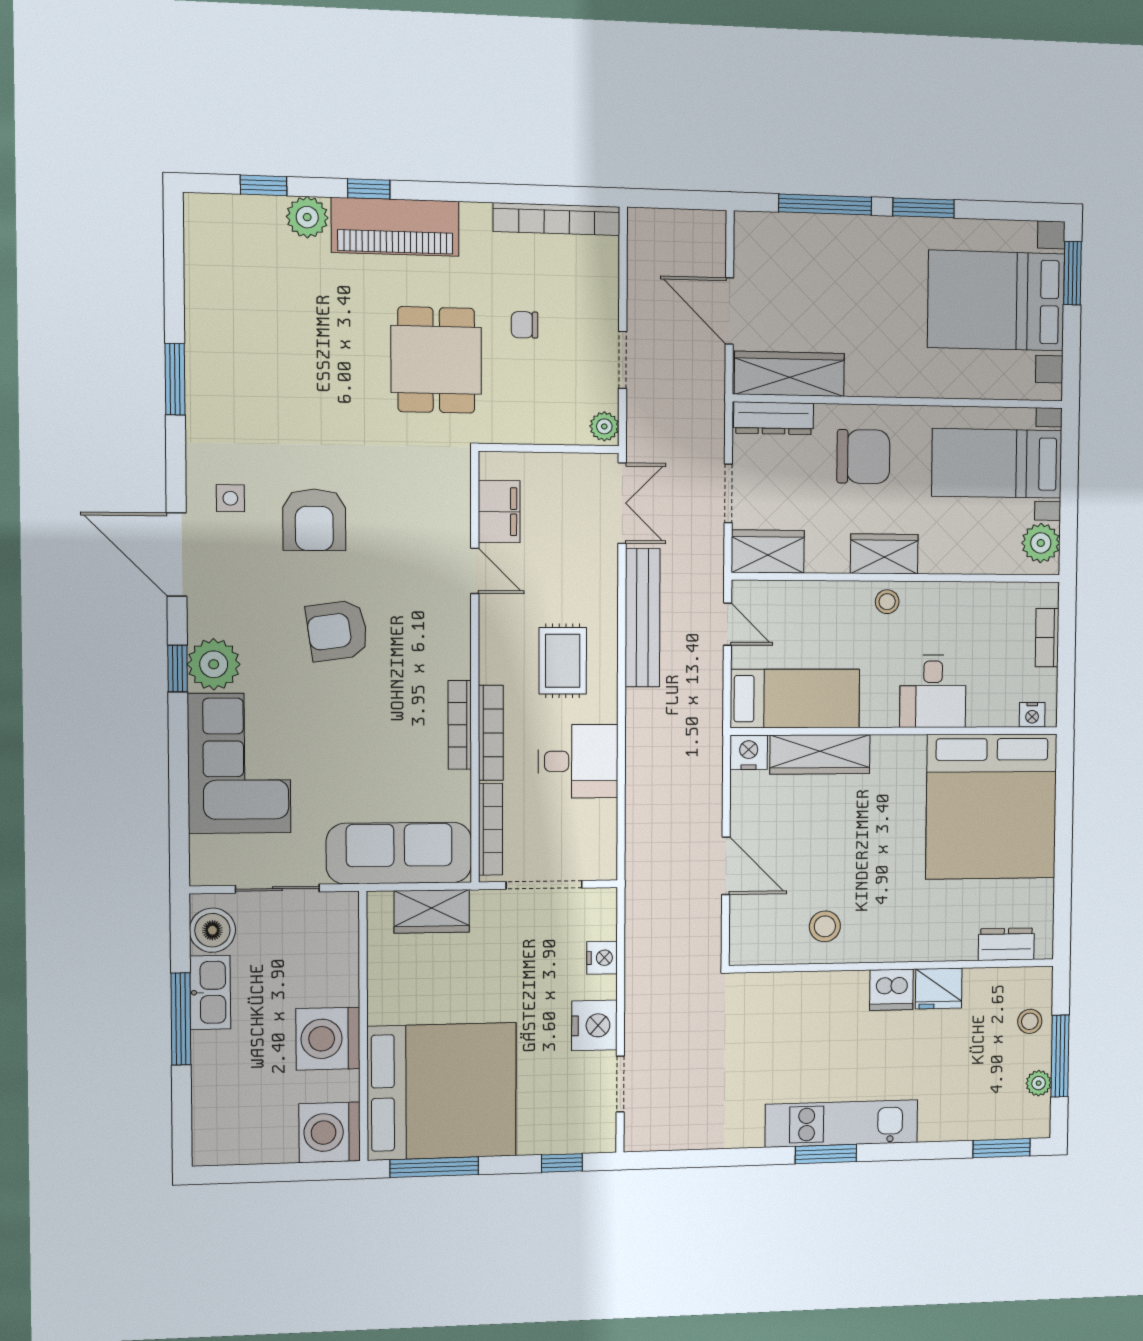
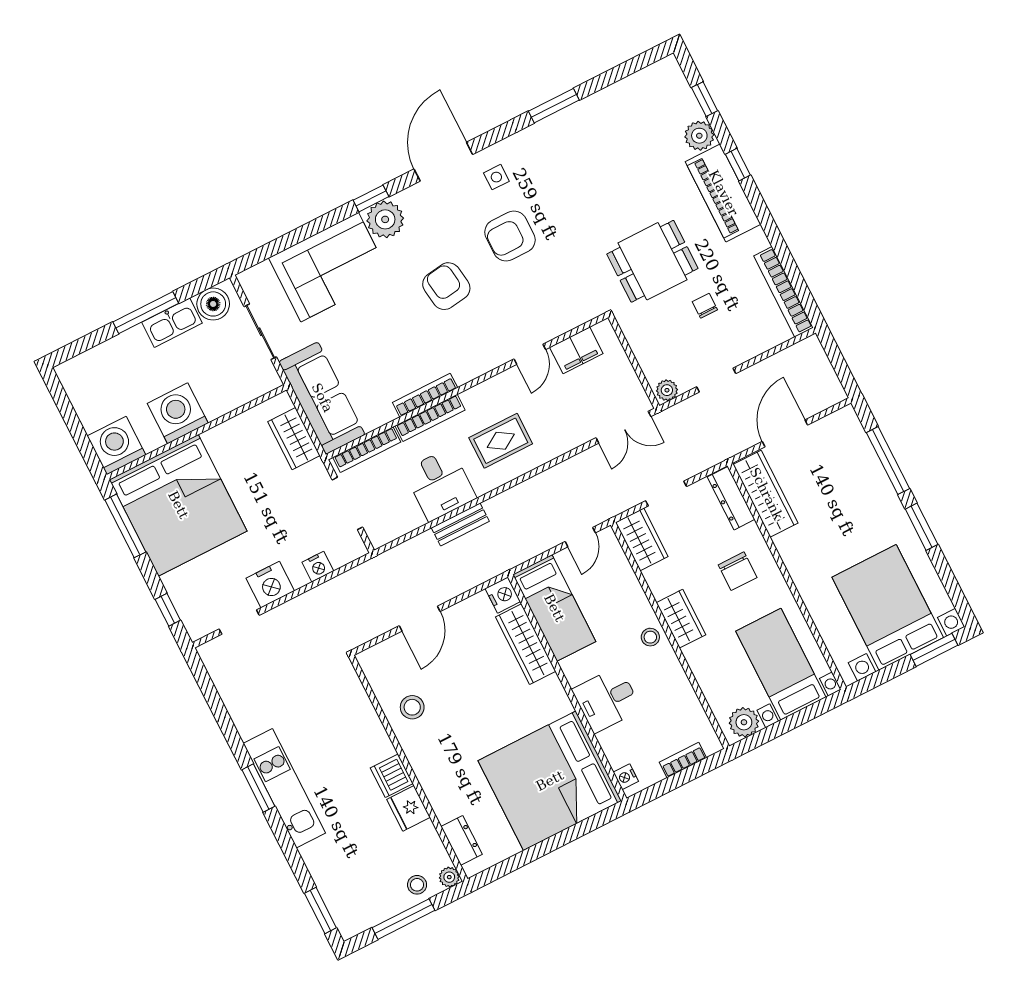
chair: (863, 457) -> (738, 571), width x0.73, depth x0.73
bench: (642, 618) -> (460, 525), moved, width x0.54, depth x0.82
plant: (1039, 1083) -> (449, 877), moved

